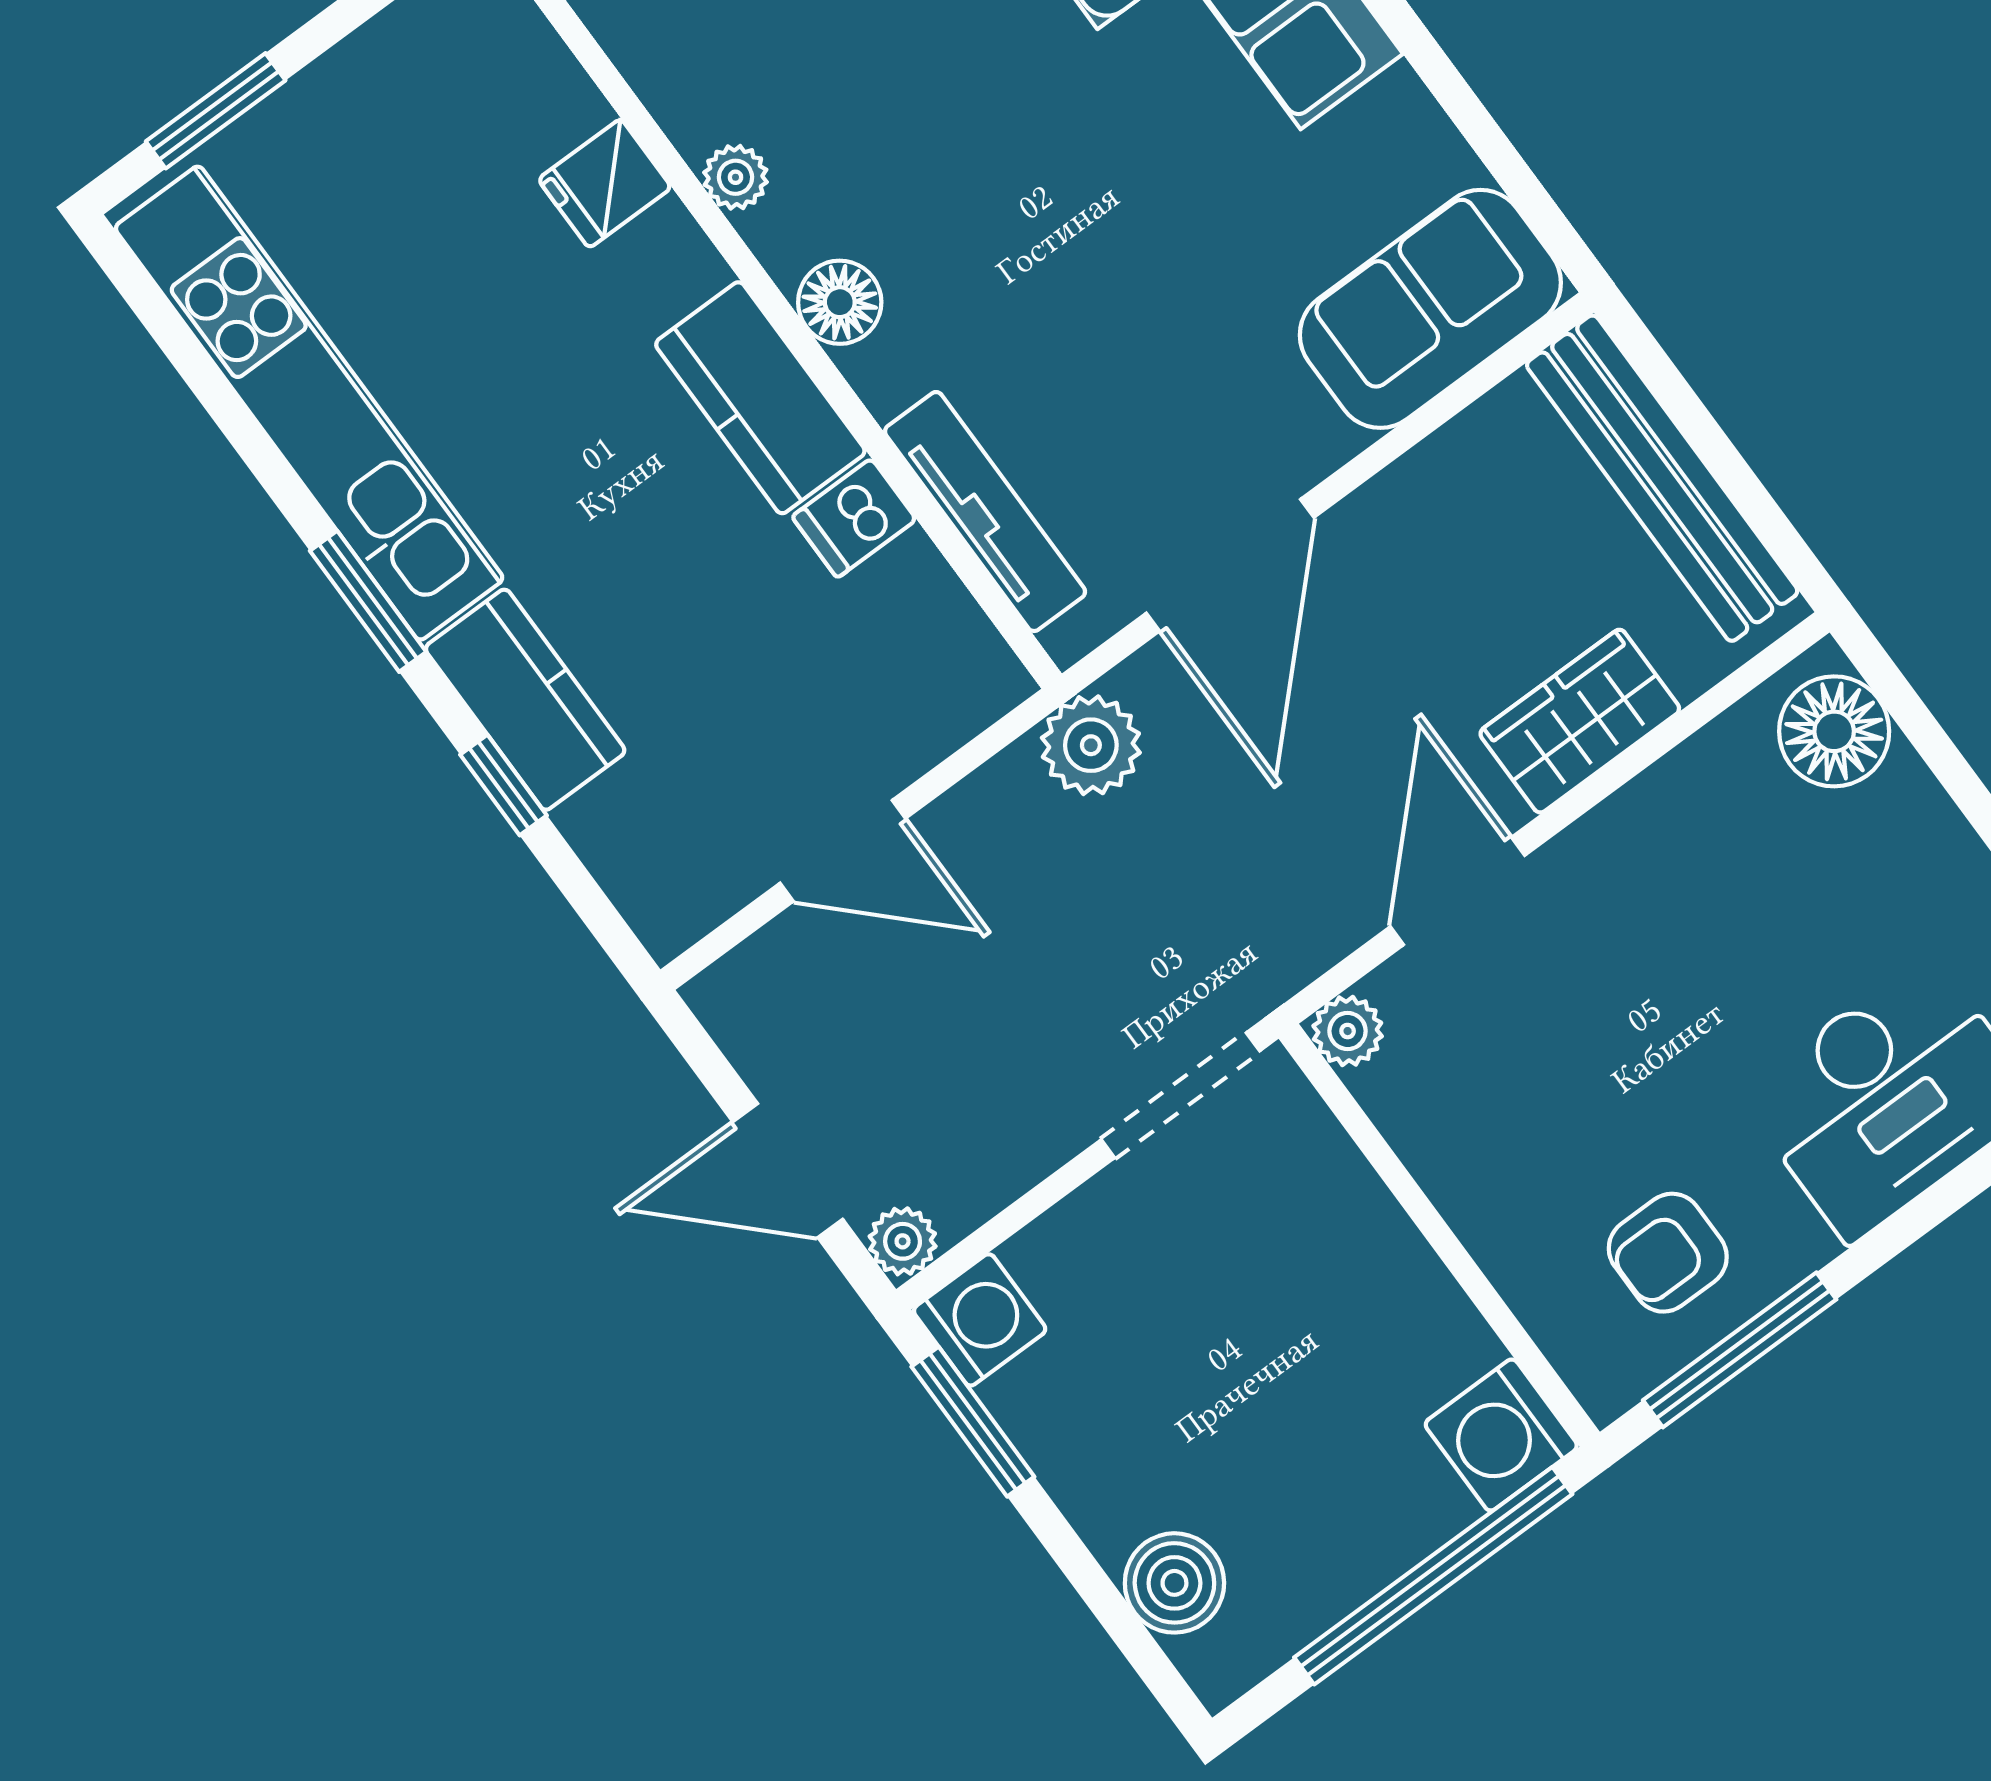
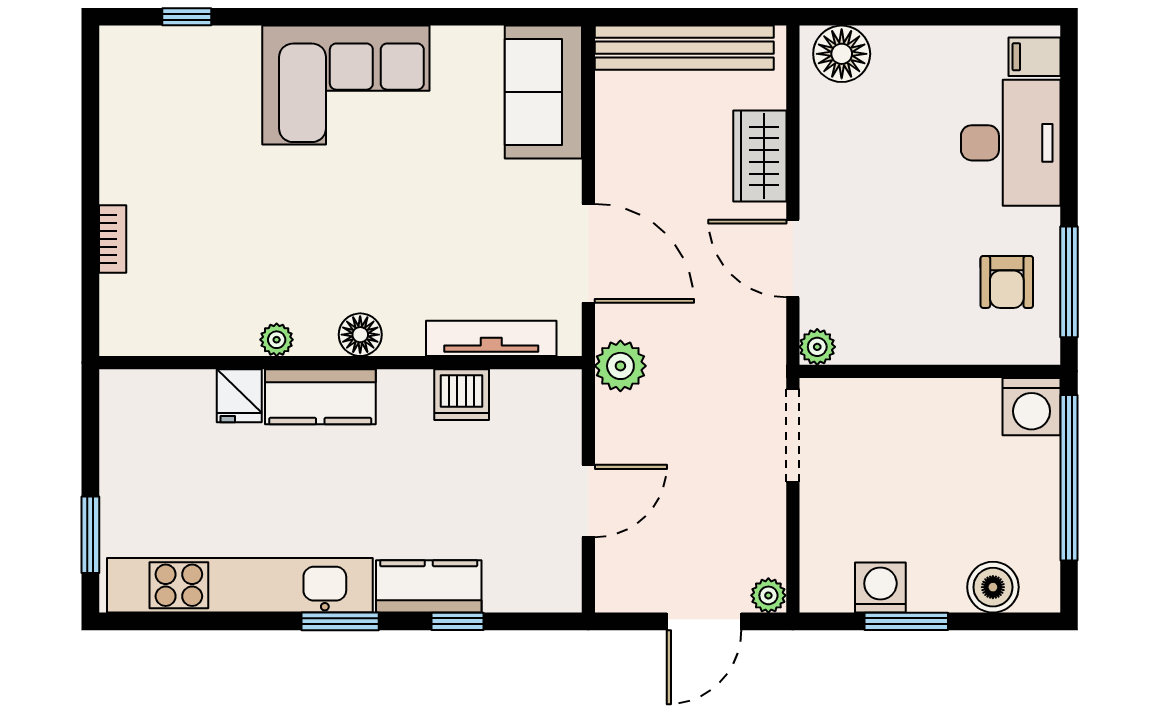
kitchen counter: (760, 398) -> (320, 397), moved
dishwasher: (854, 518) -> (462, 395), width x1.38
washing machine: (980, 1320) -> (880, 588), moved
window: (973, 1422) -> (906, 621), moved

